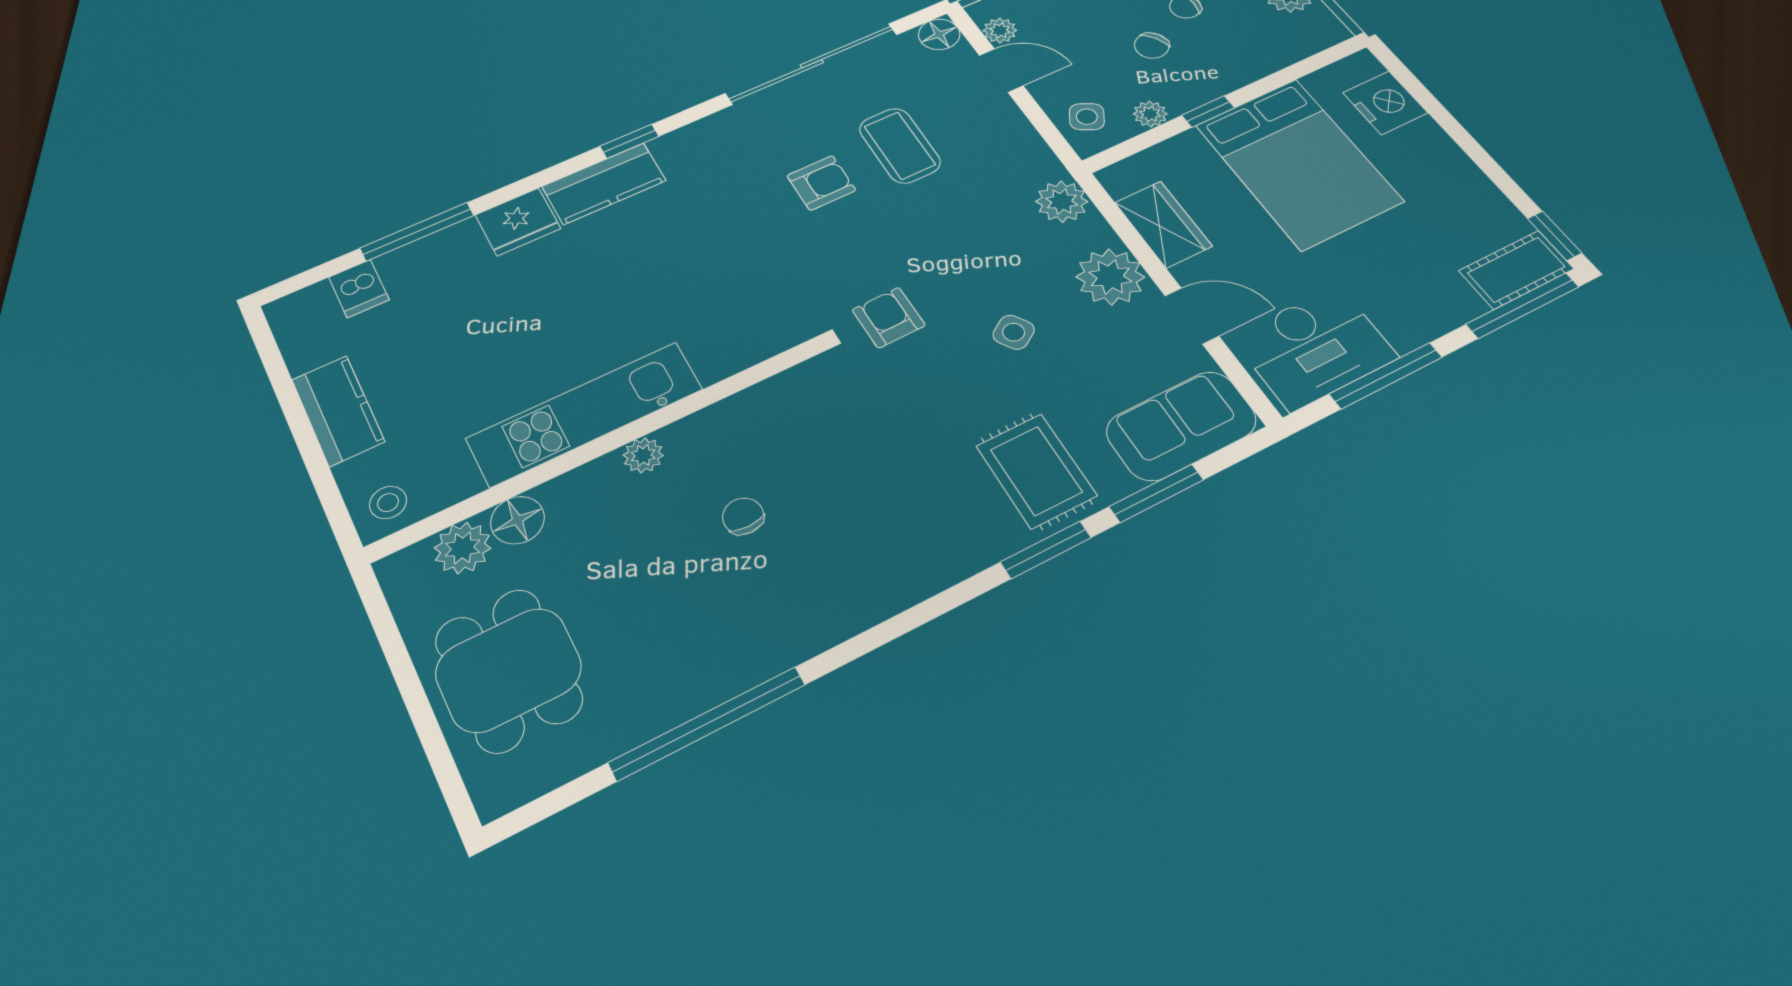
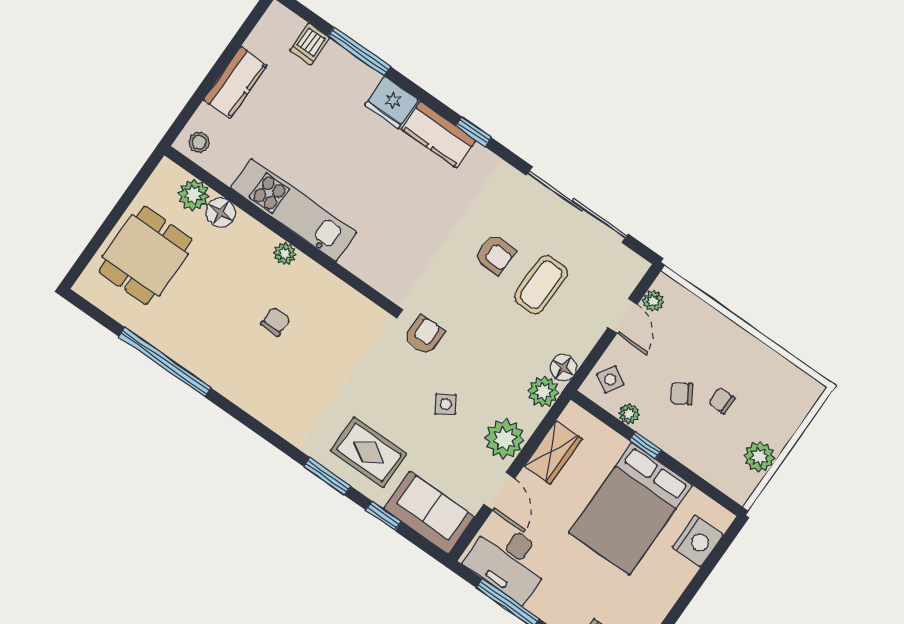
floor lamp: (939, 34) -> (563, 368), moved
rug: (1036, 471) -> (369, 452), turned 90
window: (1156, 493) -> (384, 516), width x0.67

